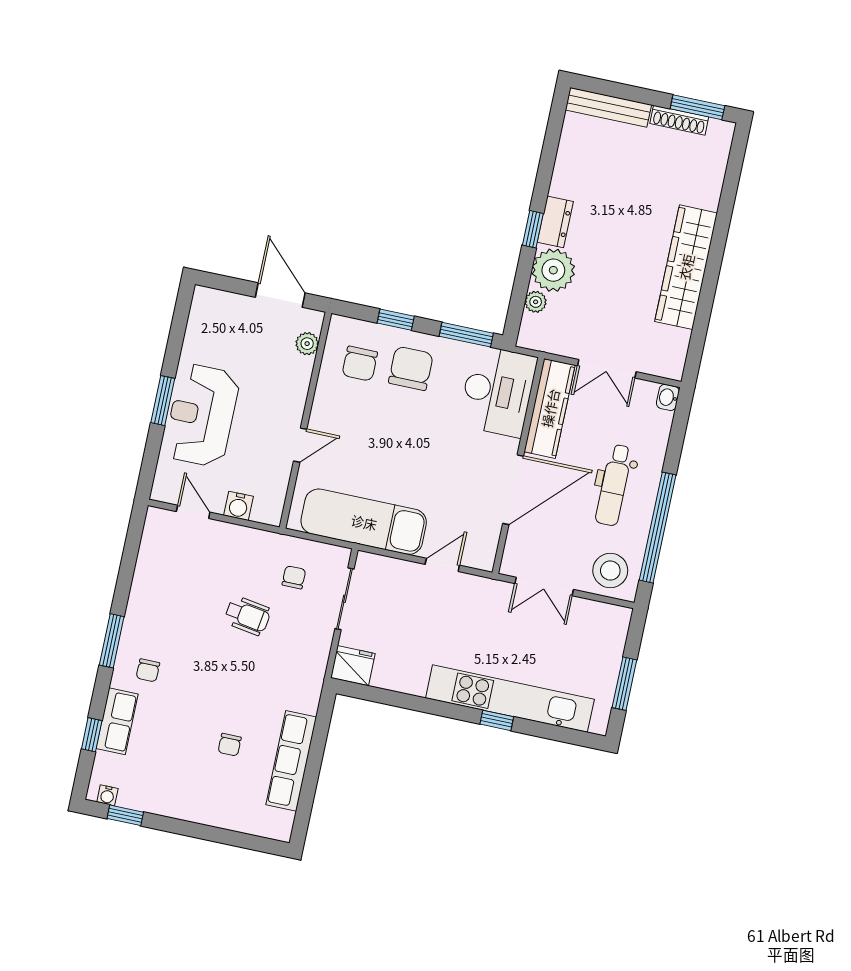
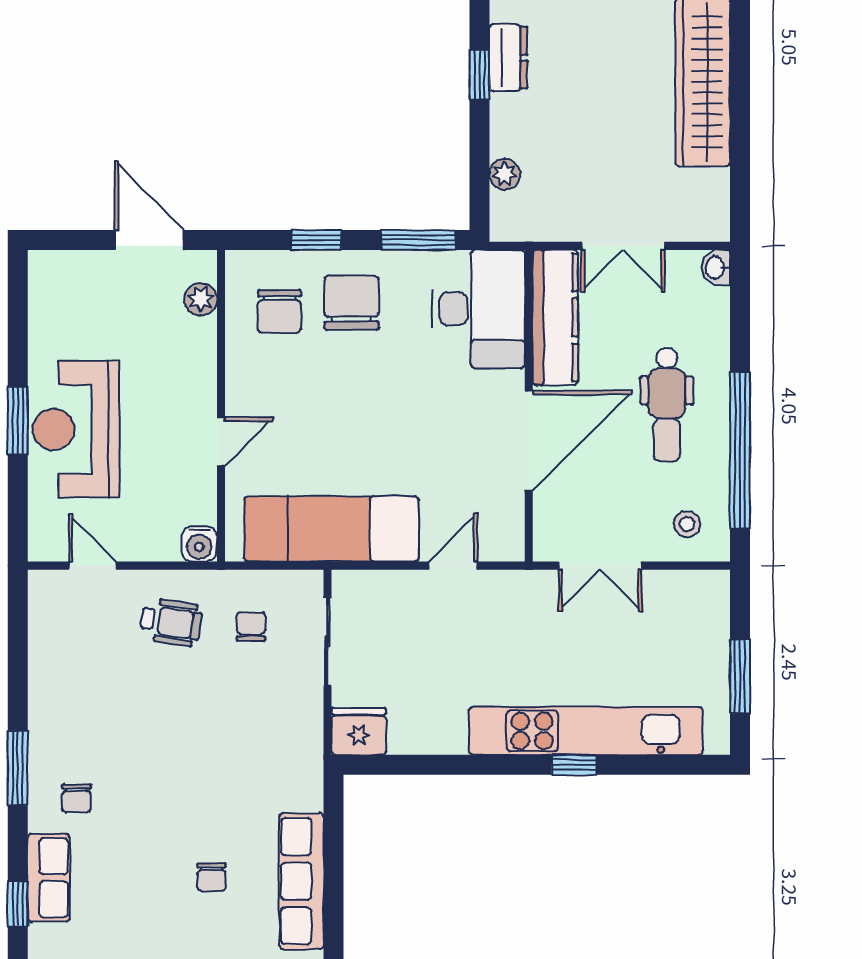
plant: (553, 270) -> (520, 125), removed
water cooler: (238, 506) -> (199, 544), moved
stool: (610, 571) -> (687, 524), width x0.53, depth x0.53
wheelchair: (248, 616) -> (171, 622), moved

